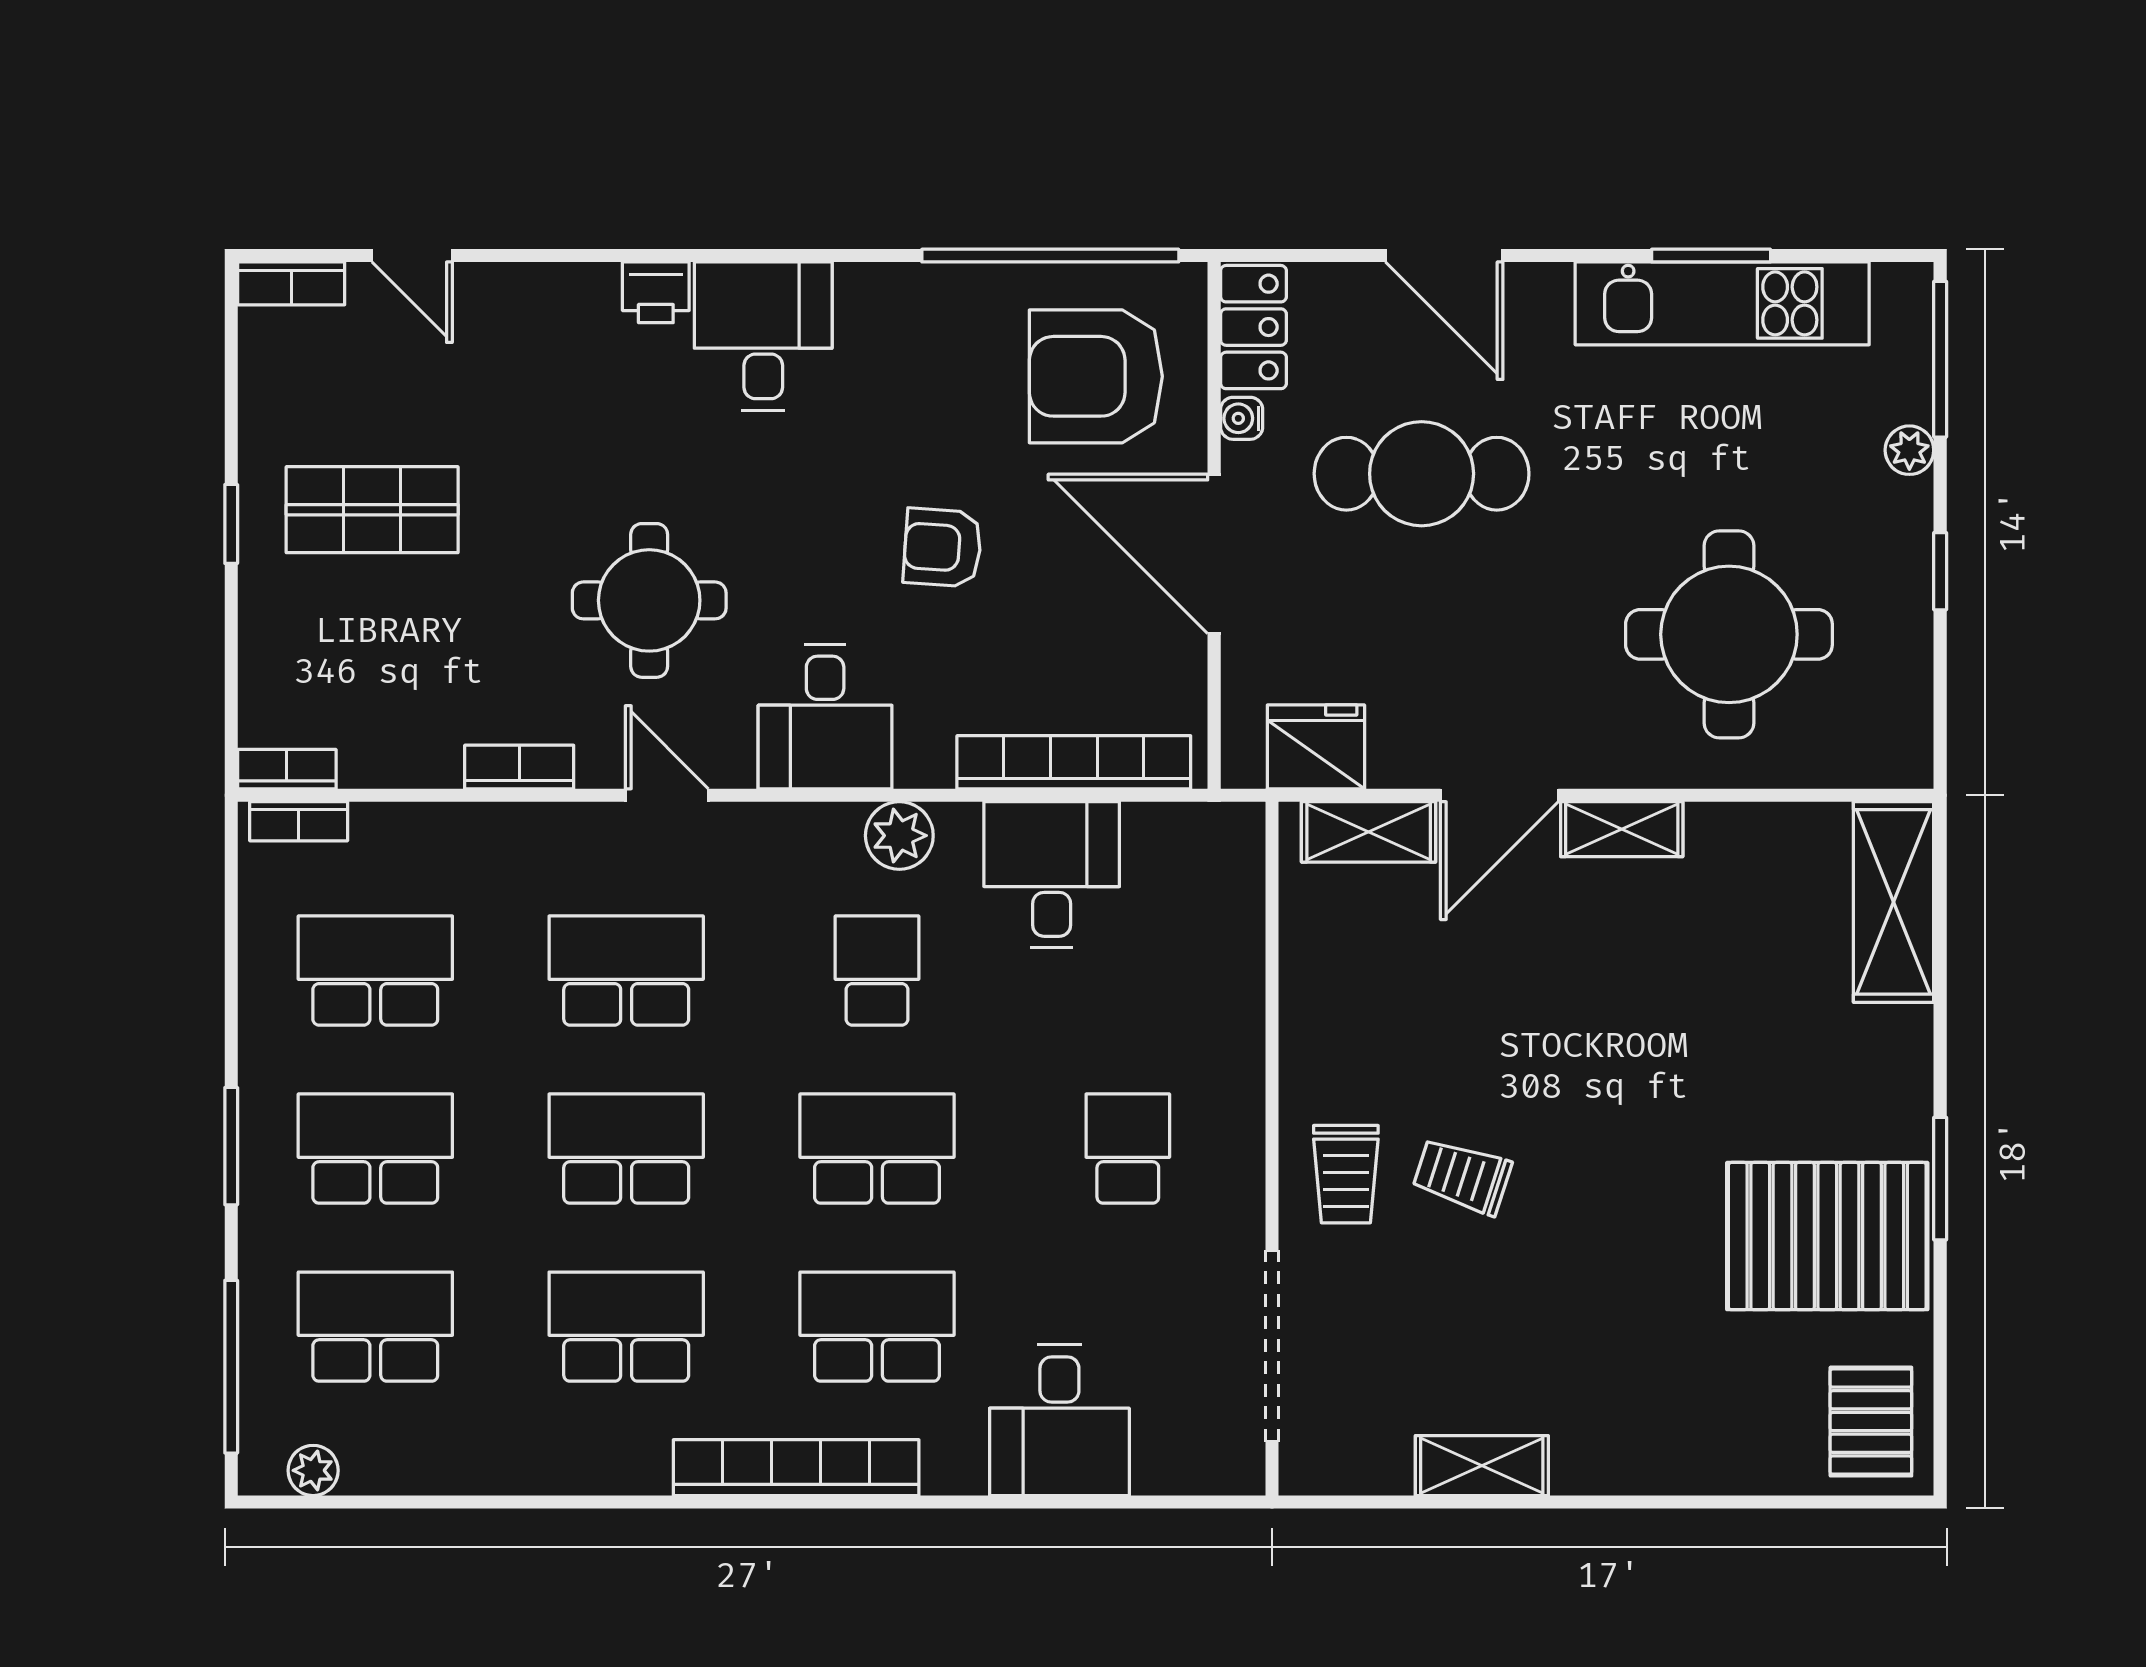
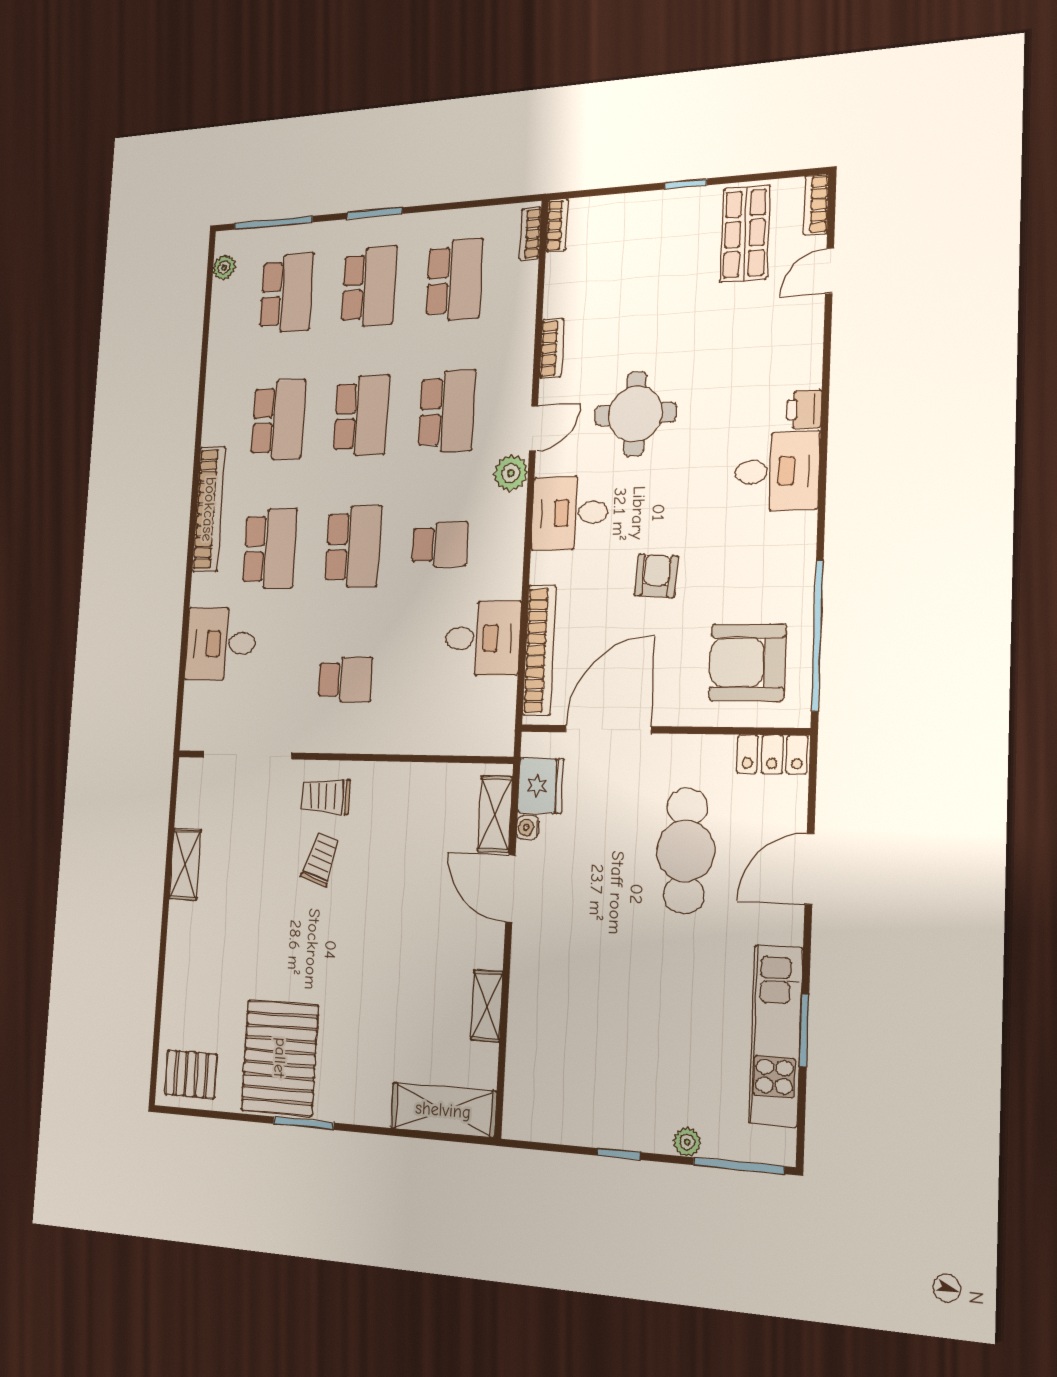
armchair: (1096, 376) -> (747, 662), turned -90
water cooler: (1242, 418) -> (528, 828), moved, turned -90
shop shelf: (372, 510) -> (745, 234), moved
door: (1214, 554) -> (608, 729), moved
round table: (1729, 634) -> (589, 1026), removed
shelving: (1622, 829) -> (487, 1006), moved
plant: (899, 836) -> (511, 473), moved

